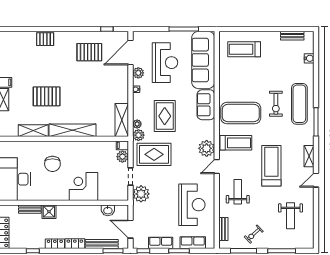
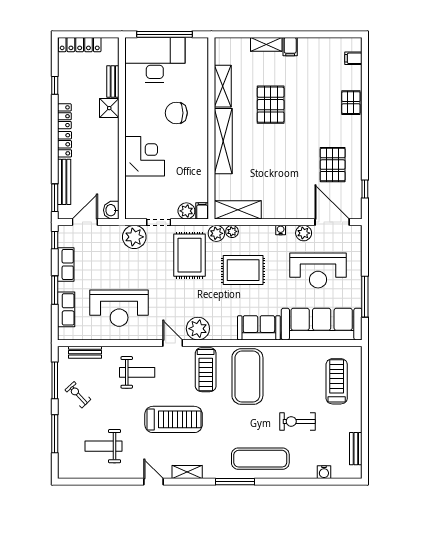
filing cabinet: (13, 37) -> (353, 58), added
exercise bike: (276, 104) -> (298, 421), moved
washbasin: (108, 210) -> (111, 210), moved

